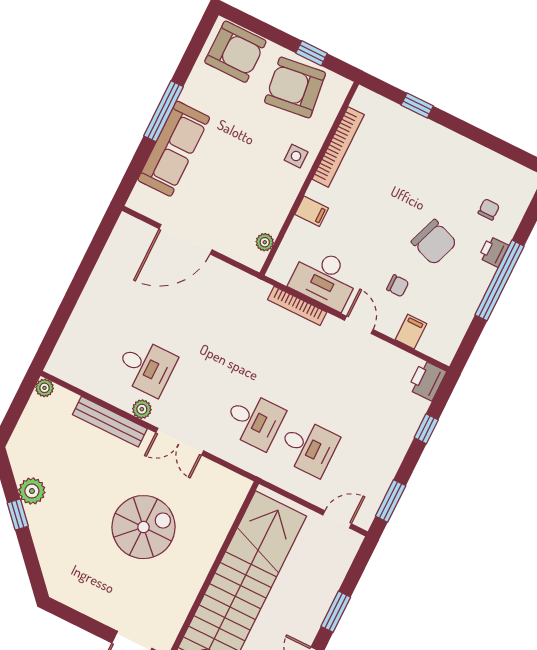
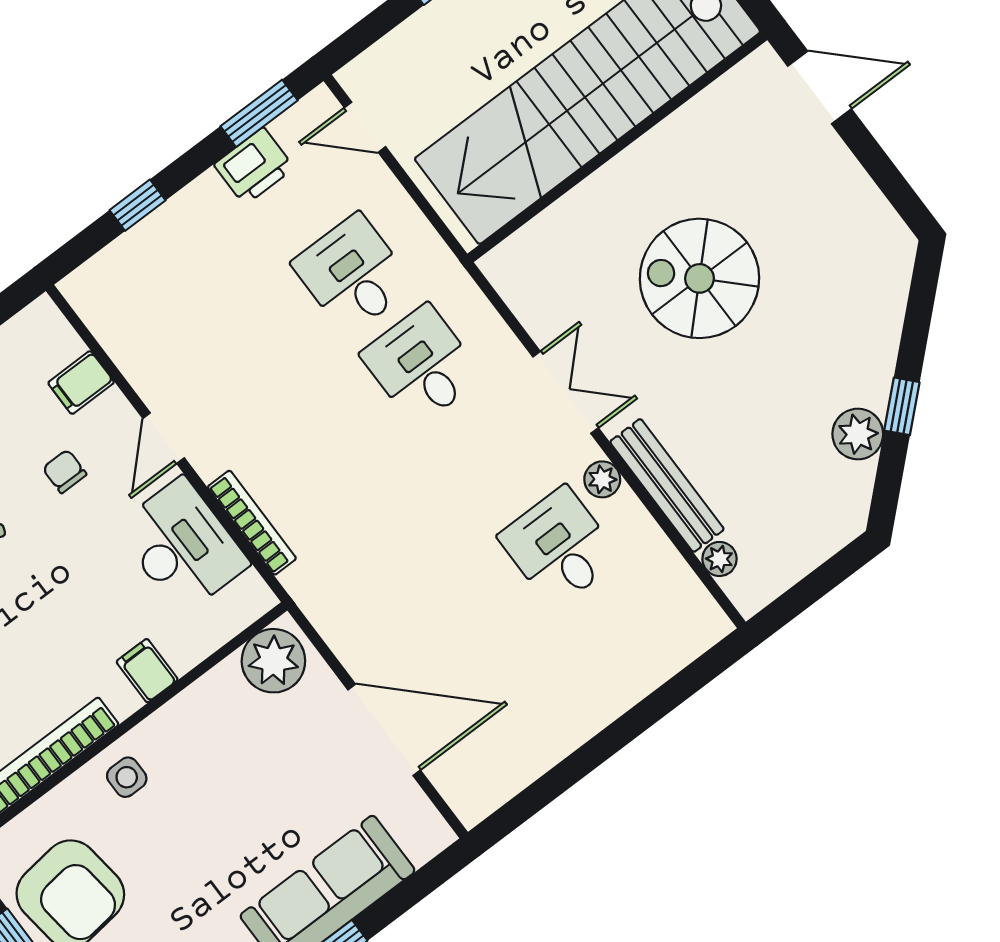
plant: (265, 242) -> (273, 661), width x1.88, depth x1.88
printer: (427, 380) -> (254, 166), moved
plant: (45, 388) -> (719, 559), moved

